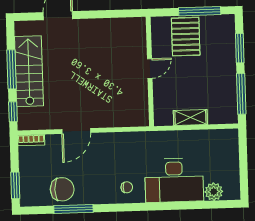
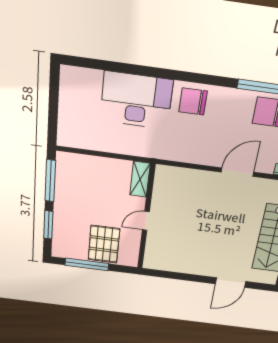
shelving: (190, 118) -> (140, 179), moved, turned 90
chair: (127, 187) -> (193, 102), width x1.87, depth x1.87
plant: (214, 192) -> (91, 79), removed

